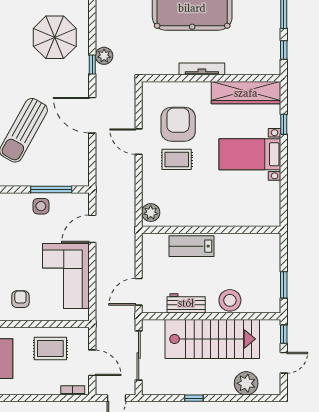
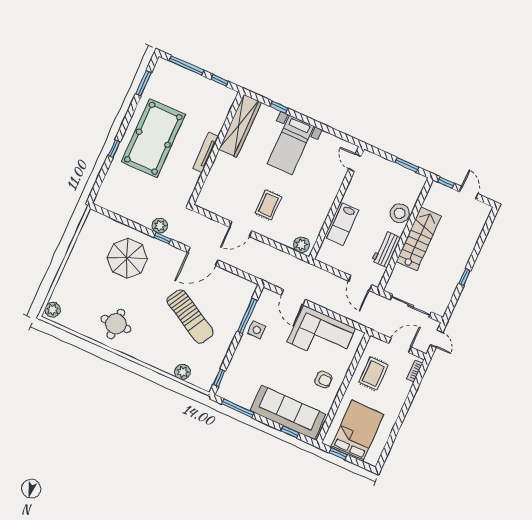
armchair: (178, 124) -> (241, 191), removed
door: (262, 230) -> (355, 163), added
armchair: (20, 299) -> (323, 380), turned 180
stairs: (212, 339) -> (419, 239), width x0.73, depth x0.66
plant: (246, 383) -> (471, 230), removed

